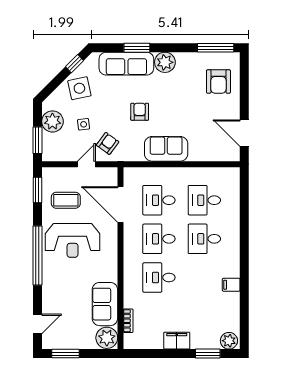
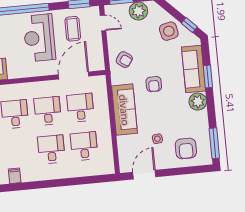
armchair: (218, 82) -> (186, 148), turned -90
armchair: (140, 112) -> (154, 84), turned 90
side table: (84, 124) -> (157, 139), moved
sofa: (166, 149) -> (124, 110), width x1.36
door: (86, 164) -> (103, 23), moved

